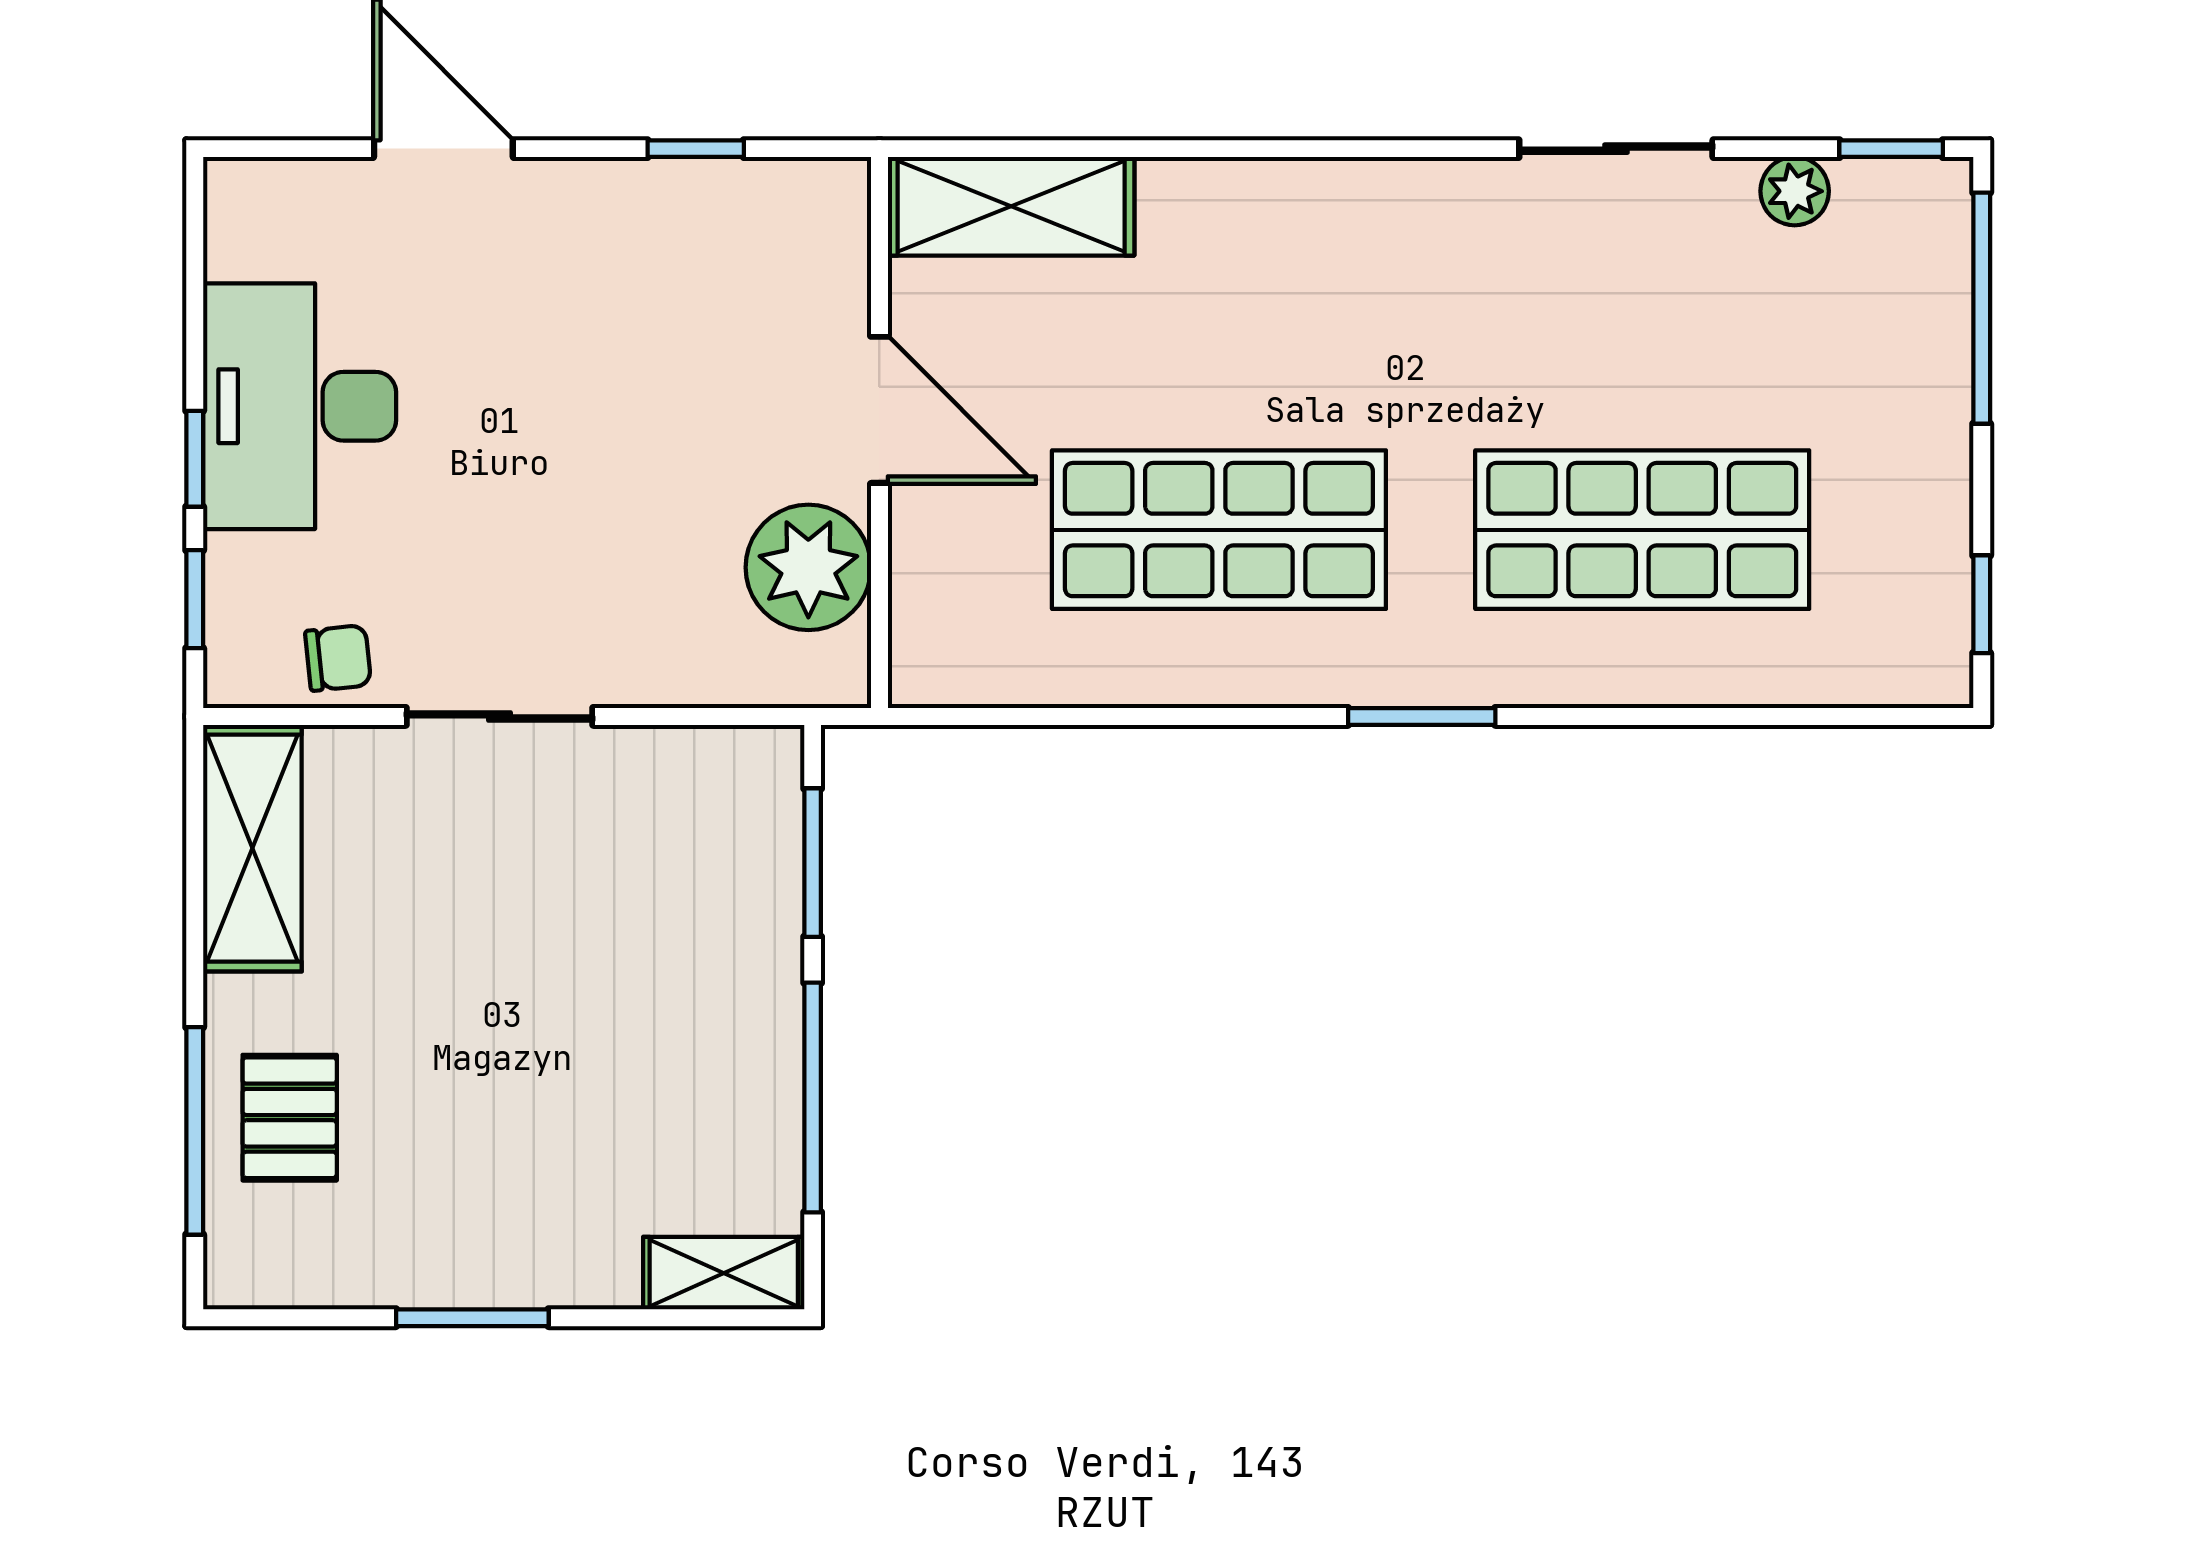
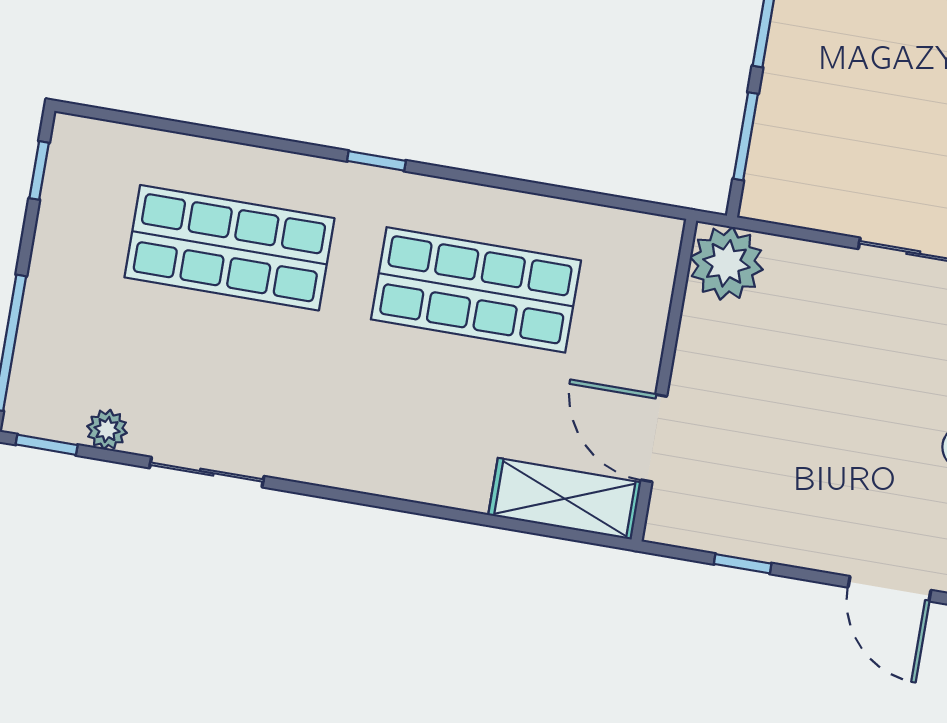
door: (879, 410) -> (654, 438), moved
plant: (808, 567) -> (726, 263), moved
window: (1422, 716) -> (376, 161), width x0.67

